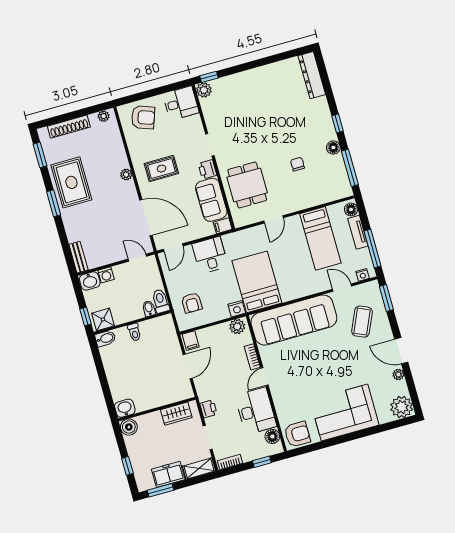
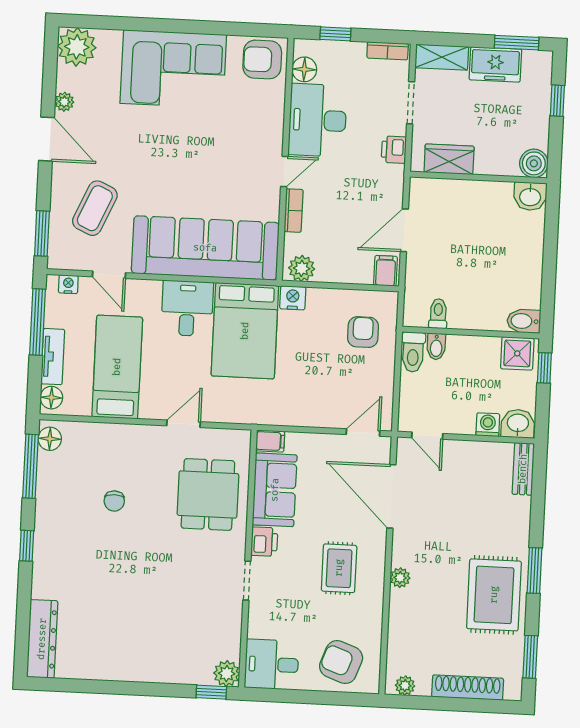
floor lamp: (333, 147) -> (50, 439), moved
rug: (161, 169) -> (339, 568), turned 90
desk: (210, 255) -> (187, 308), moved, turned 180
toilet: (134, 332) -> (438, 314), moved

